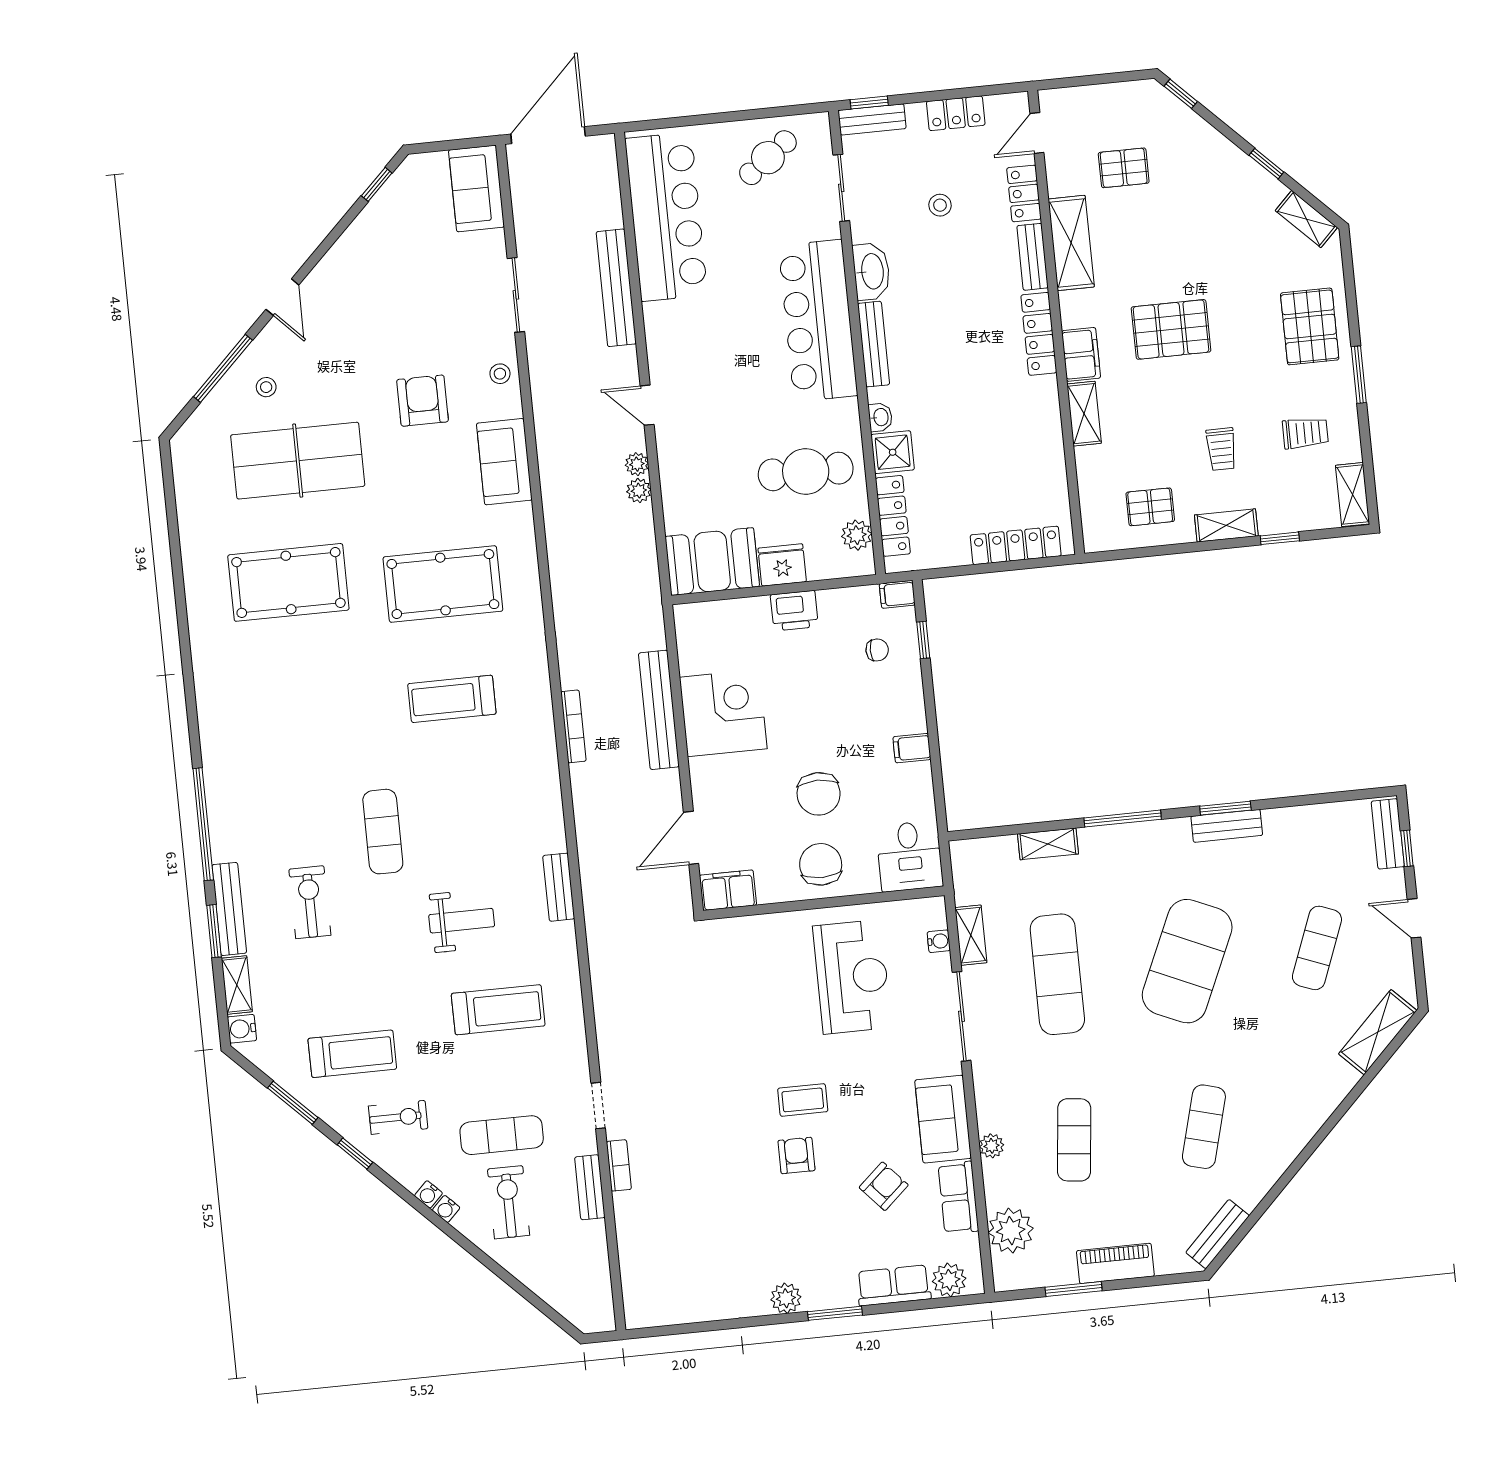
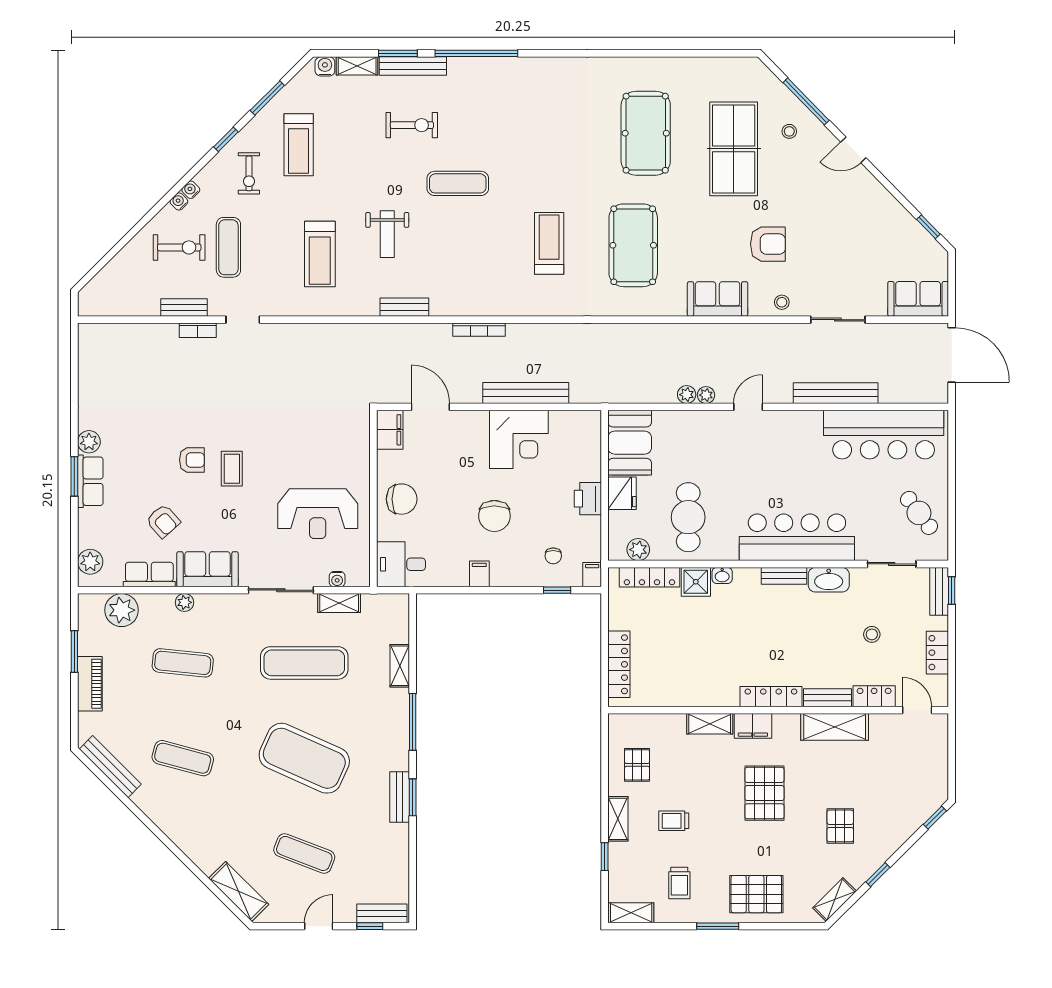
pallet: (1124, 168) -> (840, 826), moved
bench: (874, 344) -> (784, 576), width x0.73
bookcase: (573, 726) -> (479, 330), moved
chair: (819, 794) -> (494, 516), moved, turned -90
bench: (1217, 1234) -> (110, 767), width x1.36
row of seats: (894, 1285) -> (90, 481), moved

